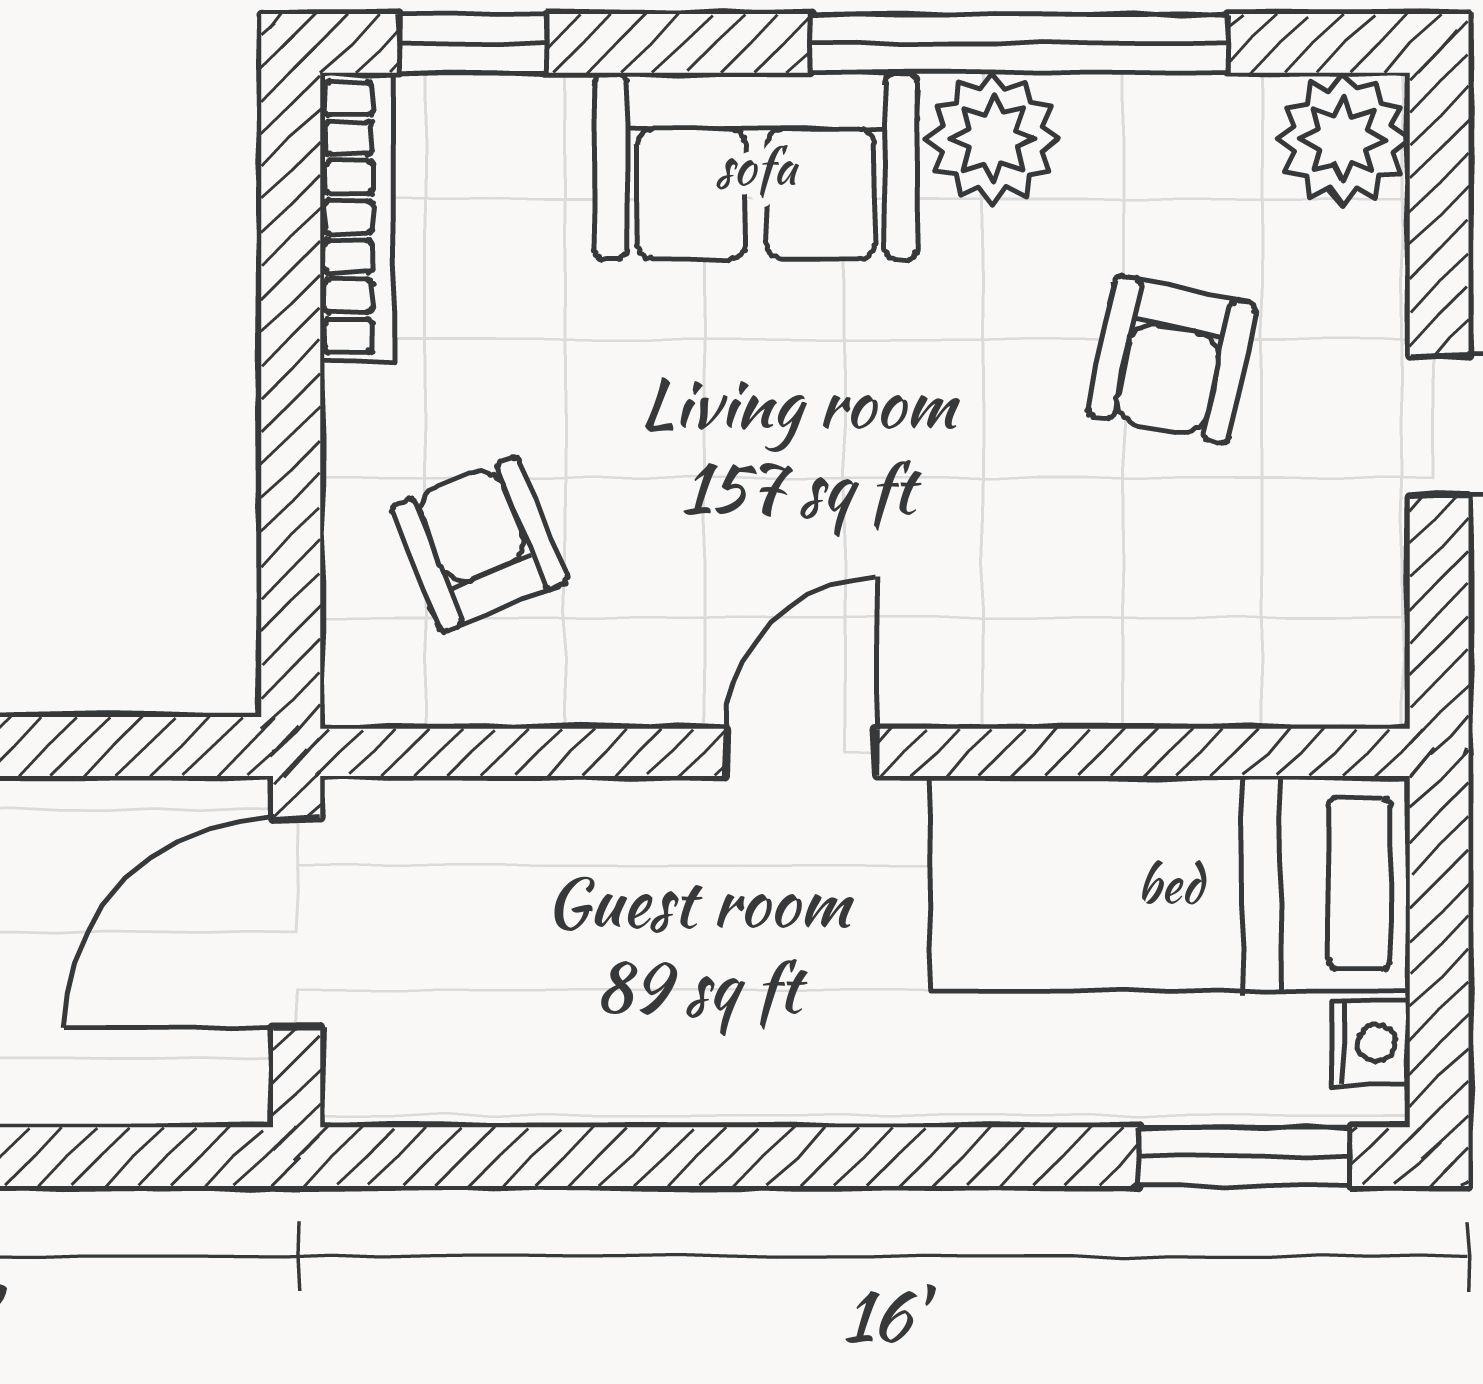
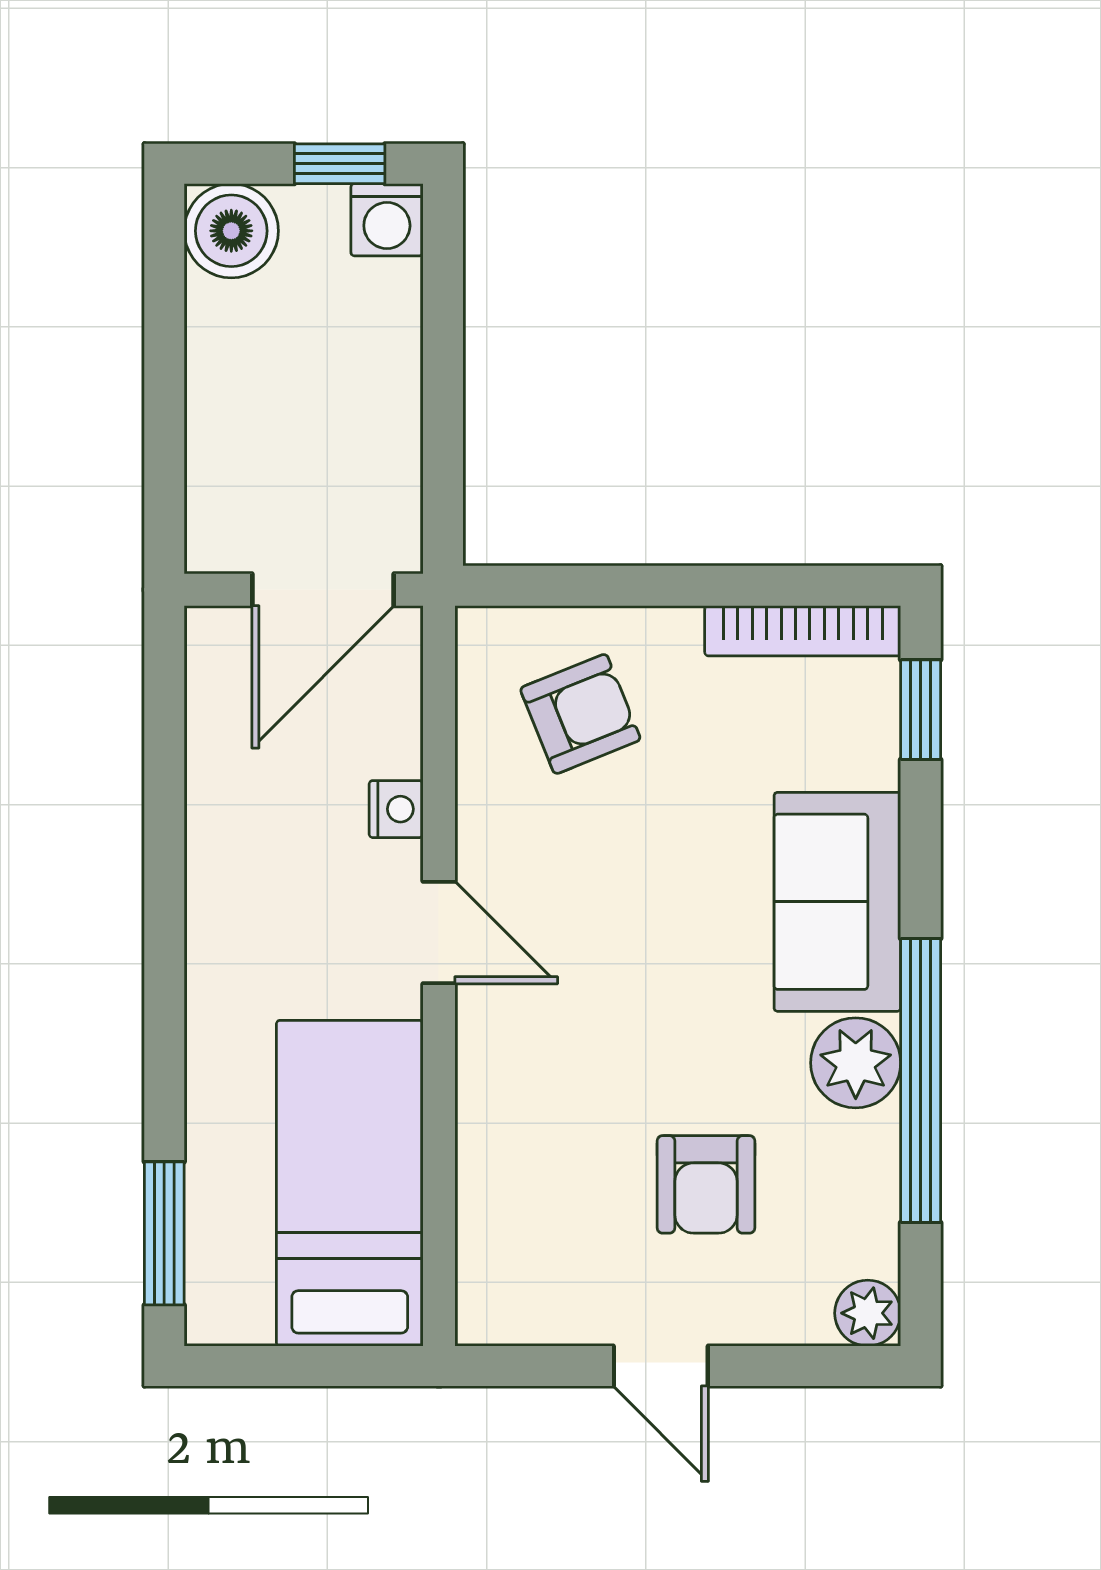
plant: (1343, 139) -> (868, 1313), width x0.73, depth x0.73
armchair: (1172, 359) -> (706, 1184), turned -102
door: (297, 923) -> (323, 590), swing flipped
nightstand: (1370, 1043) -> (396, 809), moved, turned -90

